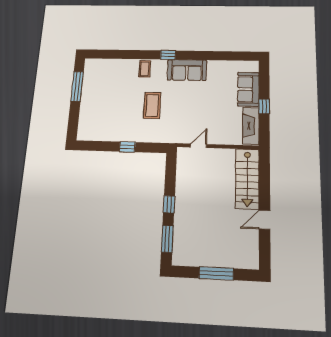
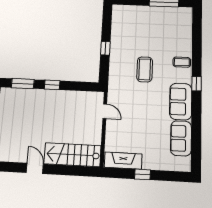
sofa: (248, 89) -> (181, 138), moved, turned -90
coffee table: (152, 105) -> (145, 69), turned 90

